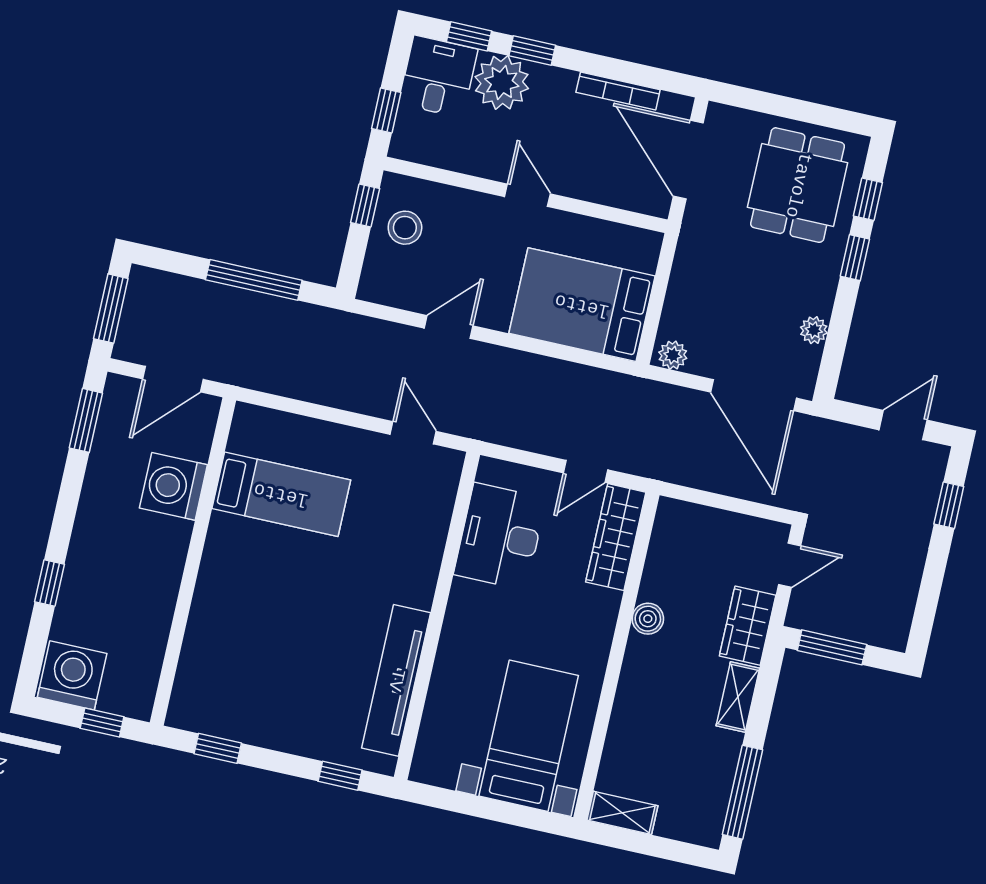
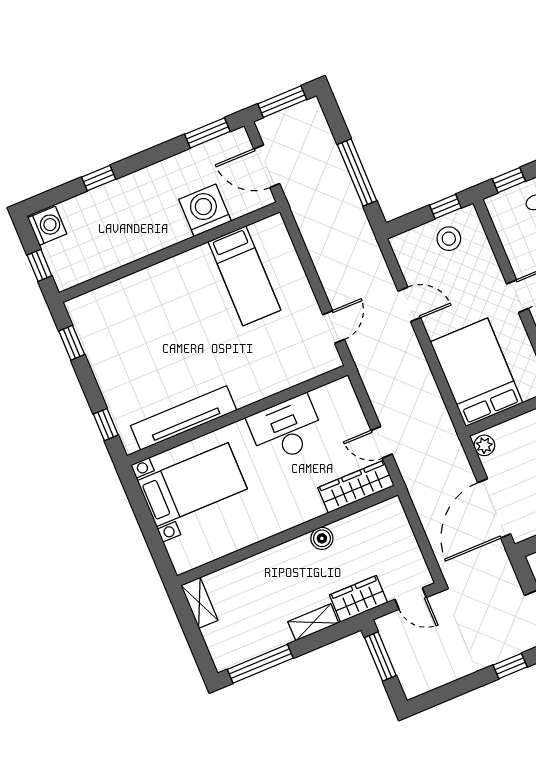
desk: (500, 536) -> (286, 429), moved
washing machine: (72, 675) -> (47, 226), width x0.73, depth x0.73
bed with nightstands: (529, 736) -> (192, 485), moved

